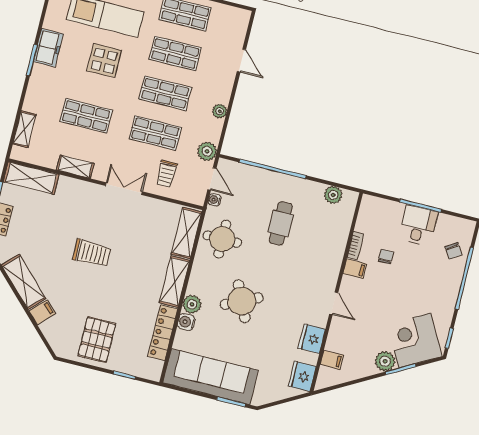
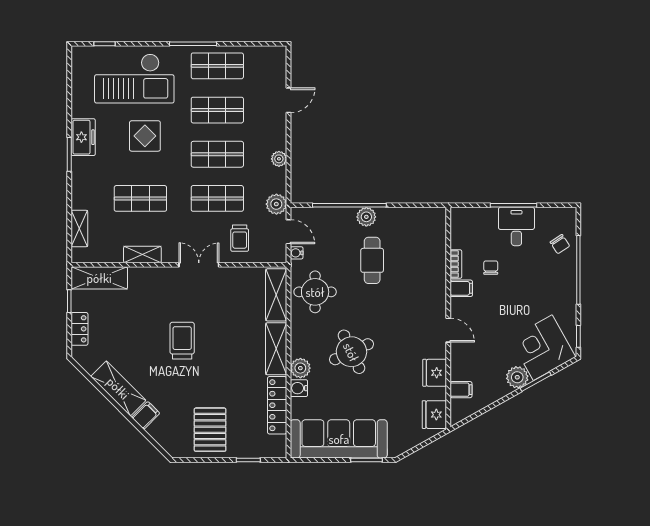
door: (241, 61) -> (288, 100), hinge flipped
plant: (333, 195) -> (366, 217), moved
trolley: (92, 253) -> (182, 341), turned -90

